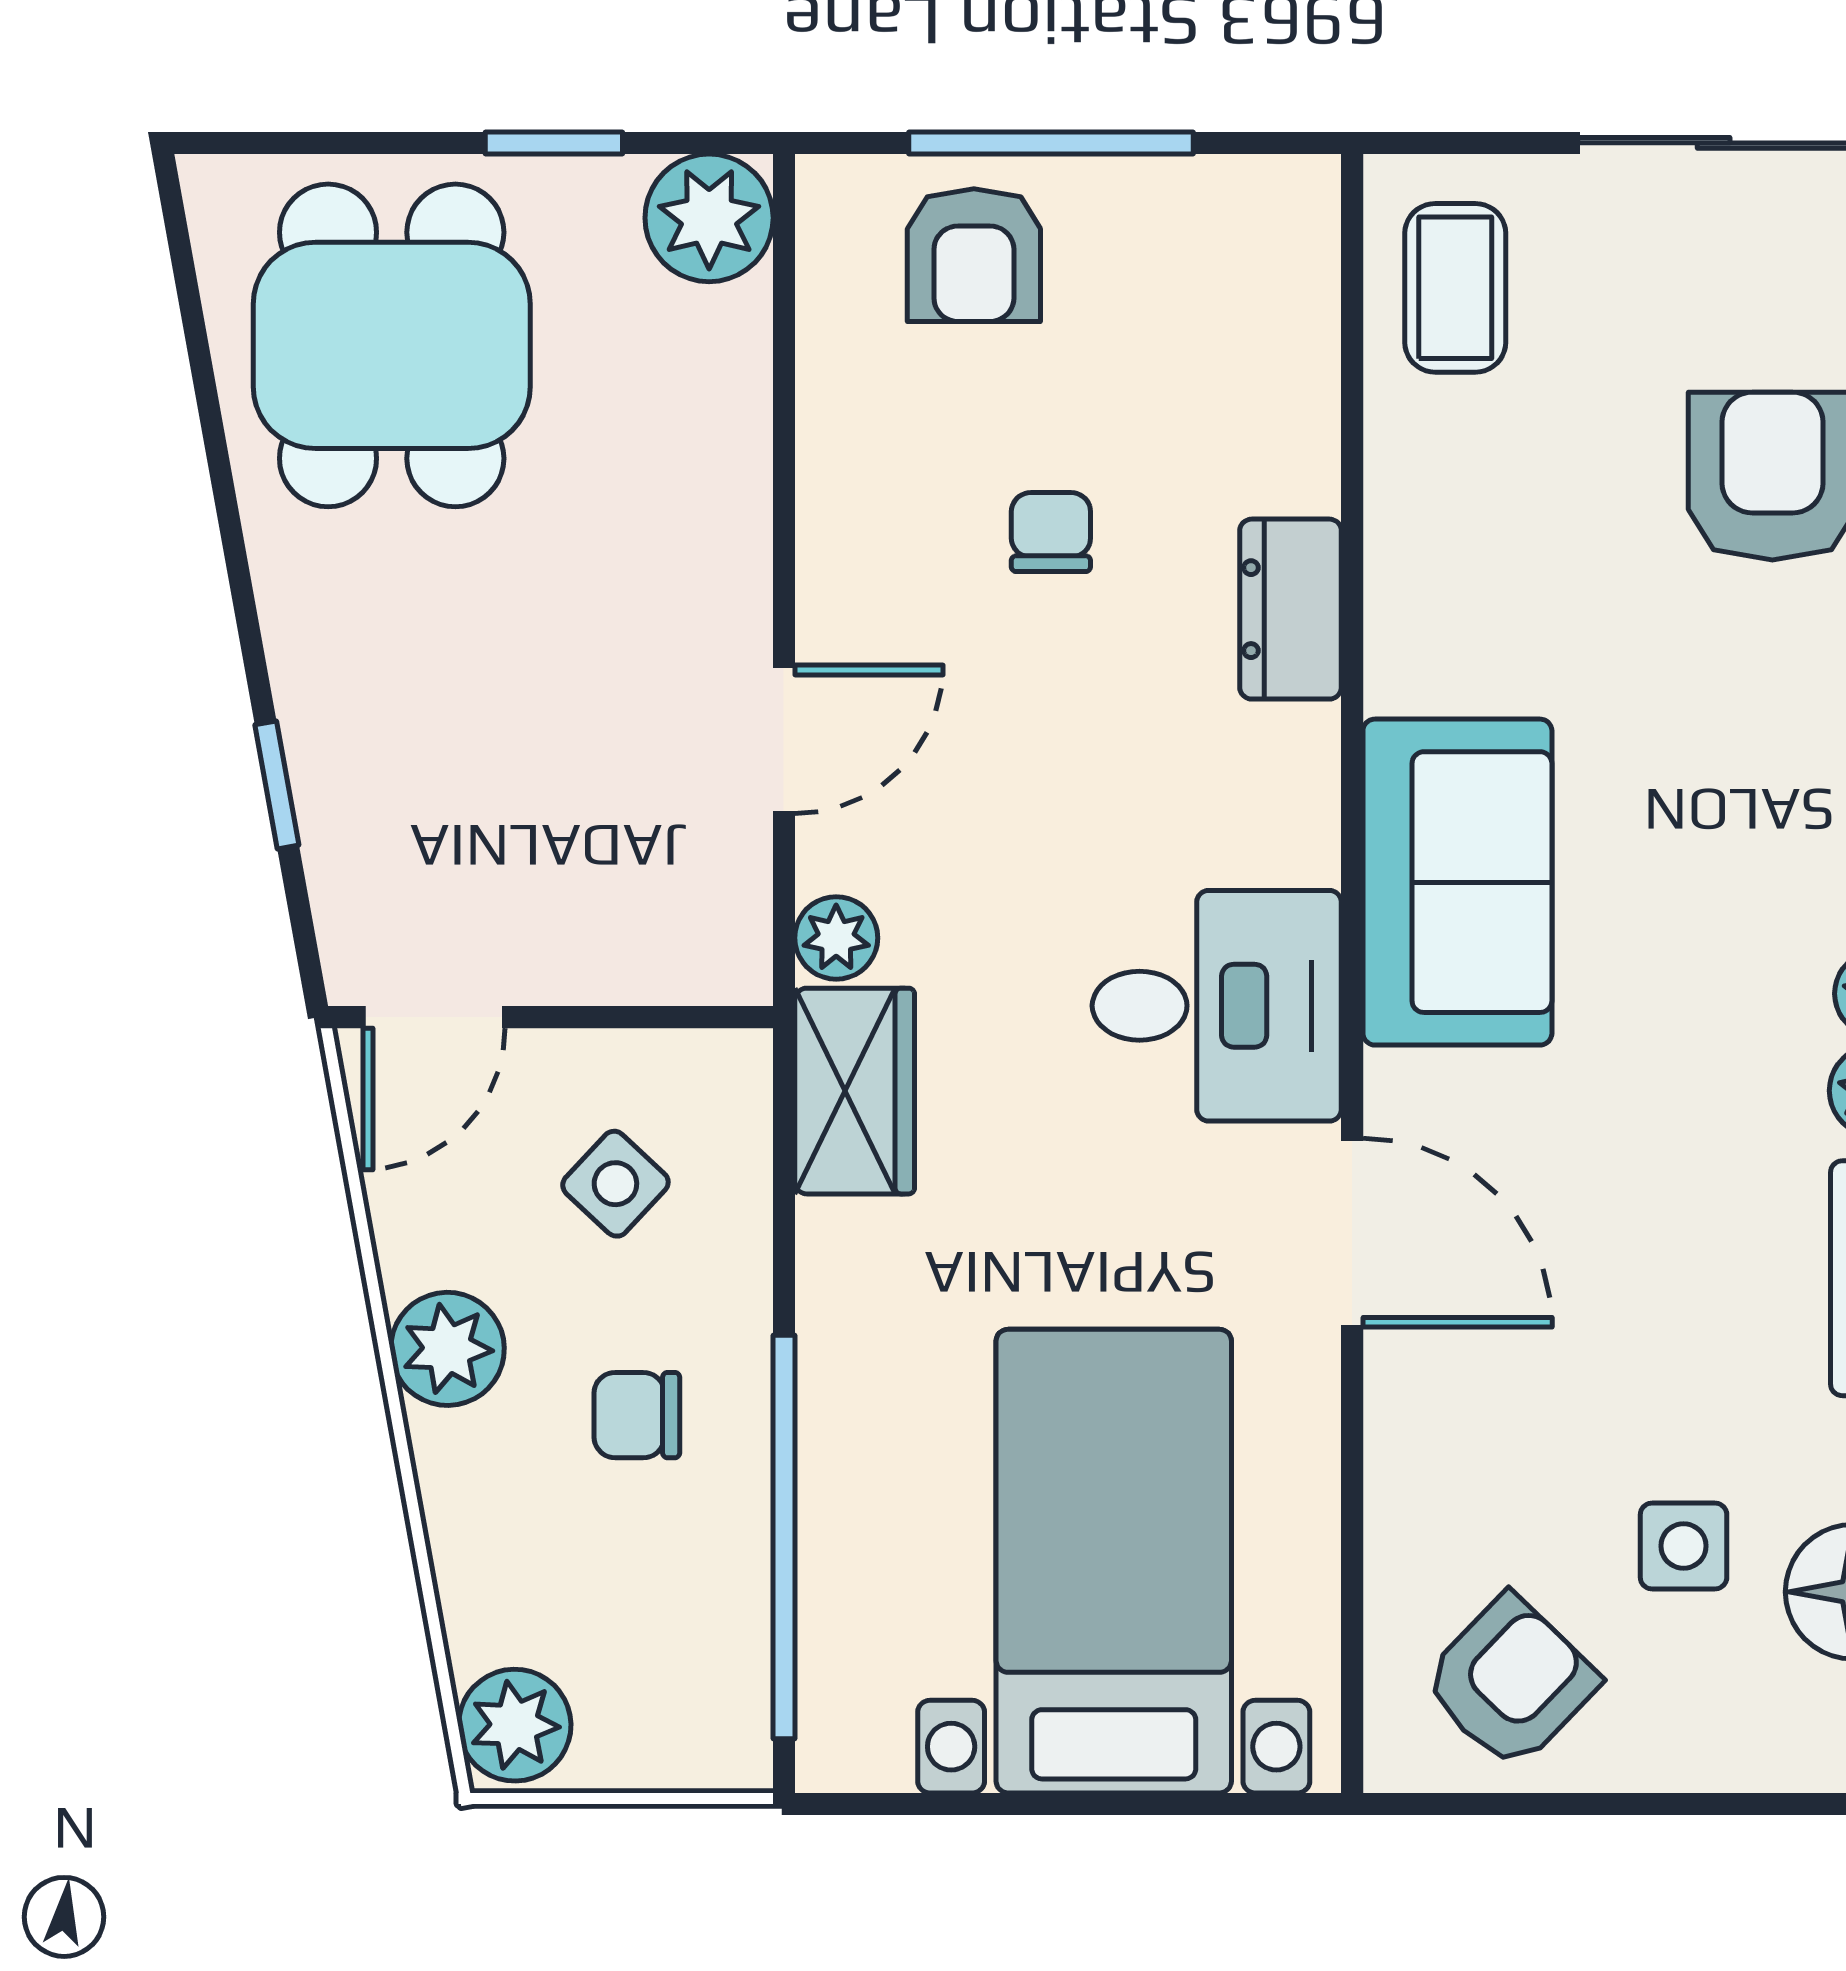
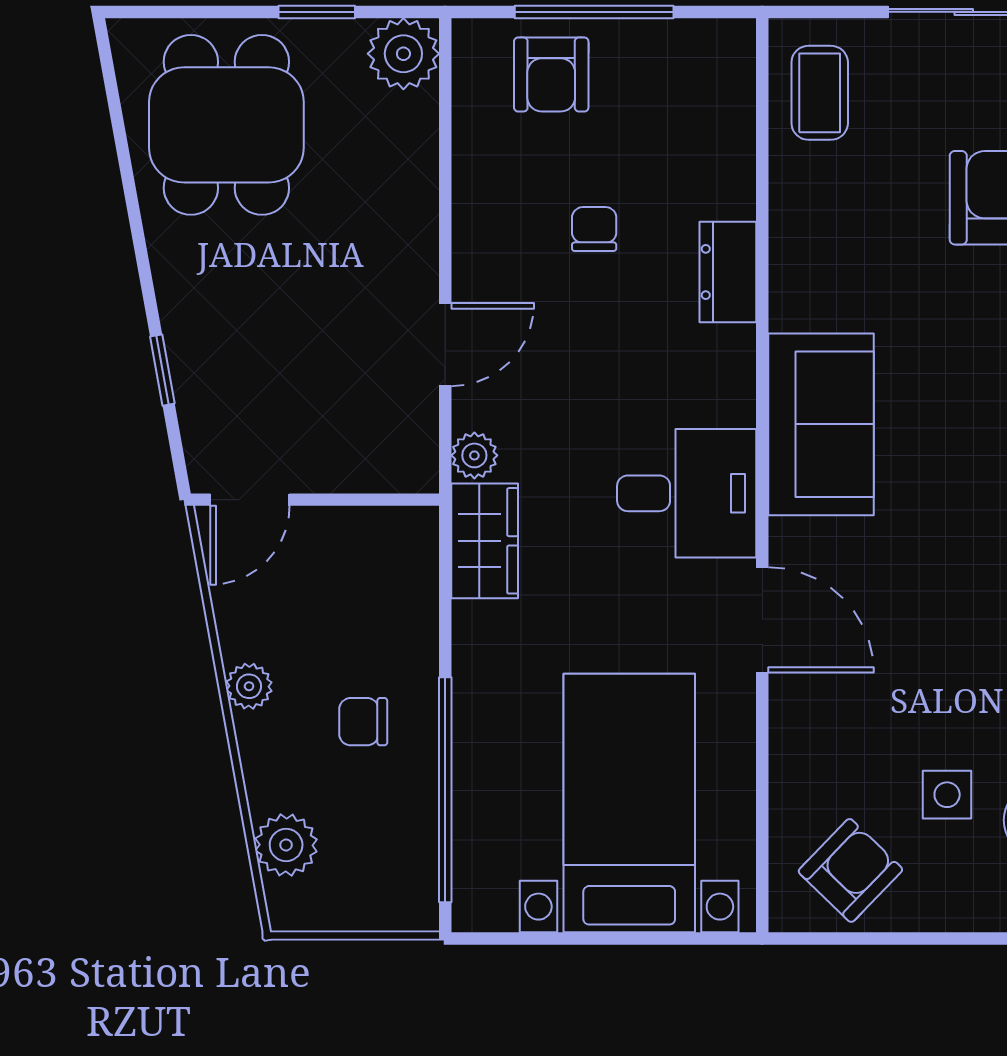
side table: (615, 1184) -> (351, 593), removed
plant: (447, 1349) -> (249, 686), width x0.73, depth x0.73
plant: (515, 1725) -> (286, 845), moved

